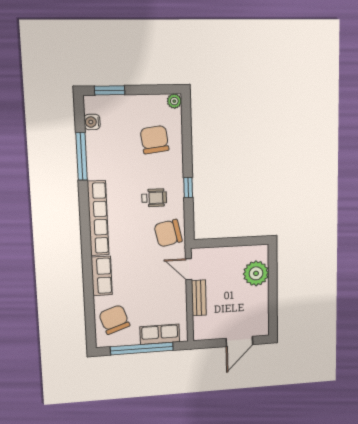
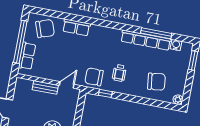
window: (188, 188) -> (105, 93), moved
row of seats: (98, 218) -> (146, 40), moved
chair: (168, 233) -> (94, 77), turned -78

